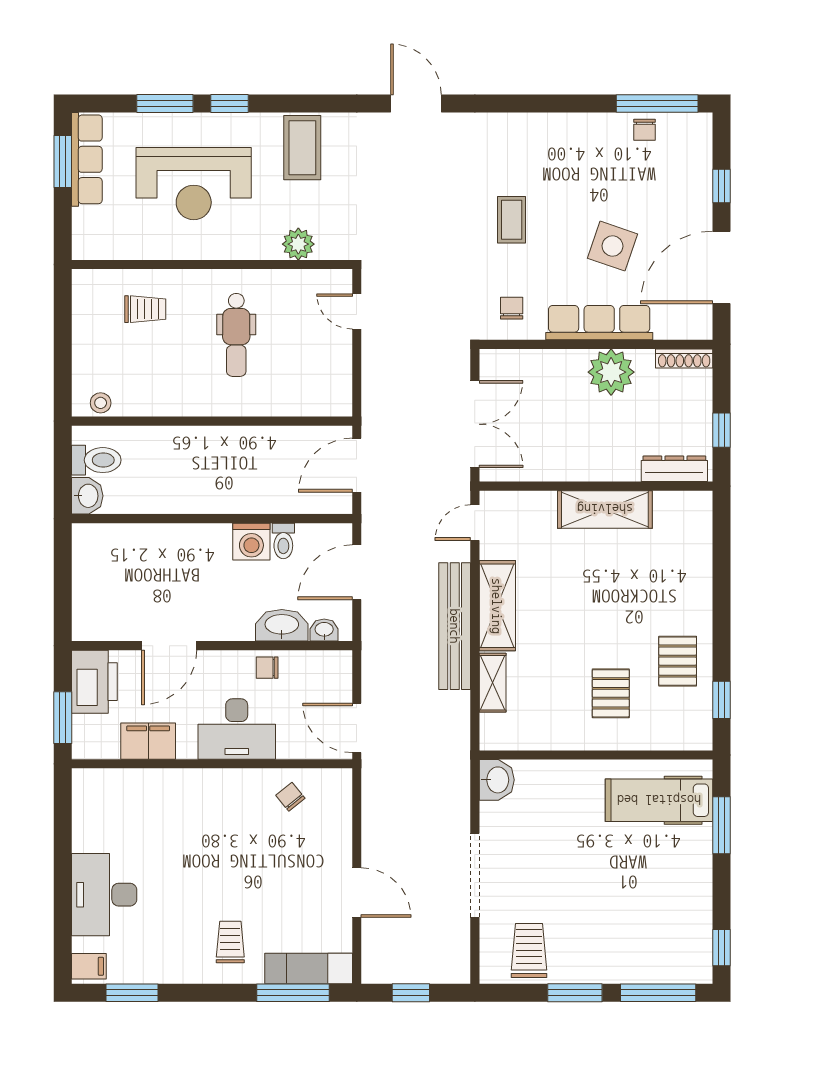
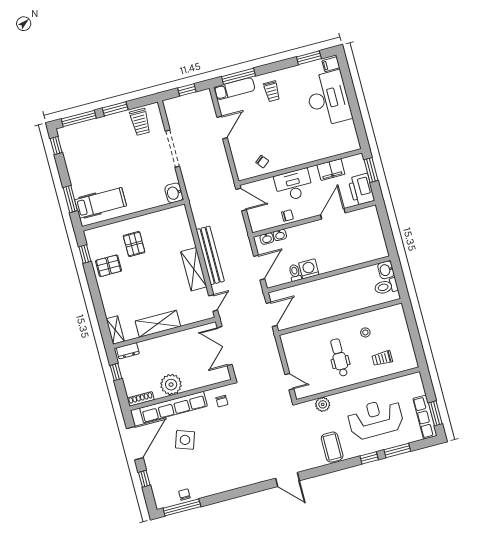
coffee table: (512, 220) -> (232, 440), removed
row of seats: (599, 323) -> (173, 407), width x1.36
stool: (101, 403) -> (365, 332), moved
dresser: (674, 469) -> (128, 351), width x0.70
washbasin: (282, 625) -> (280, 235), width x0.52, depth x0.69
pallet: (678, 661) -> (109, 266), turned 90
shelving: (493, 683) -> (115, 330), moved
door: (357, 893) -> (222, 127), swing flipped
desk: (104, 895) -> (328, 98), width x1.36, depth x1.30

